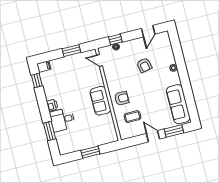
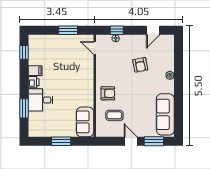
filing cabinet: (44, 67) -> (35, 71), moved
sofa: (100, 101) -> (85, 122), moved

